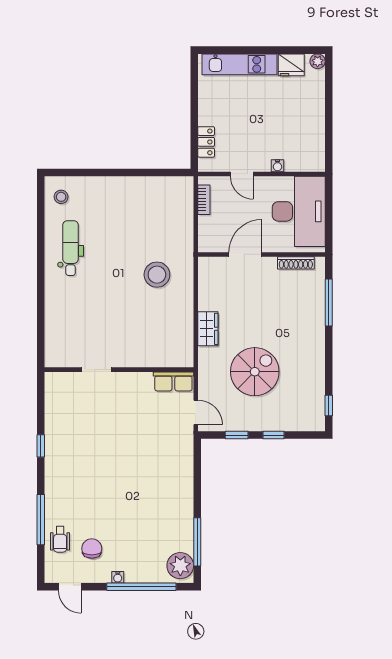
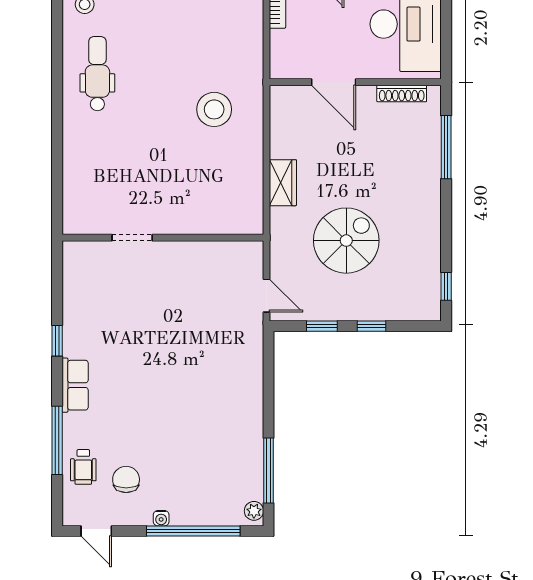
door: (245, 254) -> (334, 82), swing flipped
row of seats: (173, 381) -> (75, 385), moved, turned -90
plant: (180, 566) -> (254, 511), width x0.53, depth x0.53

